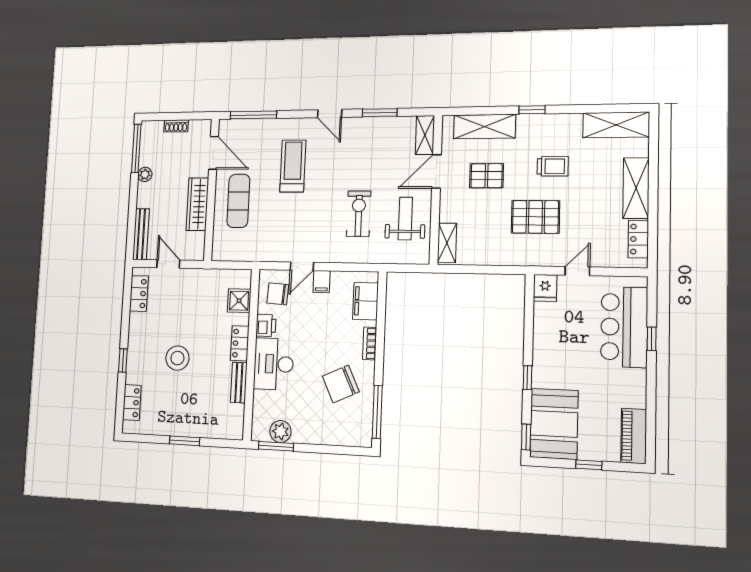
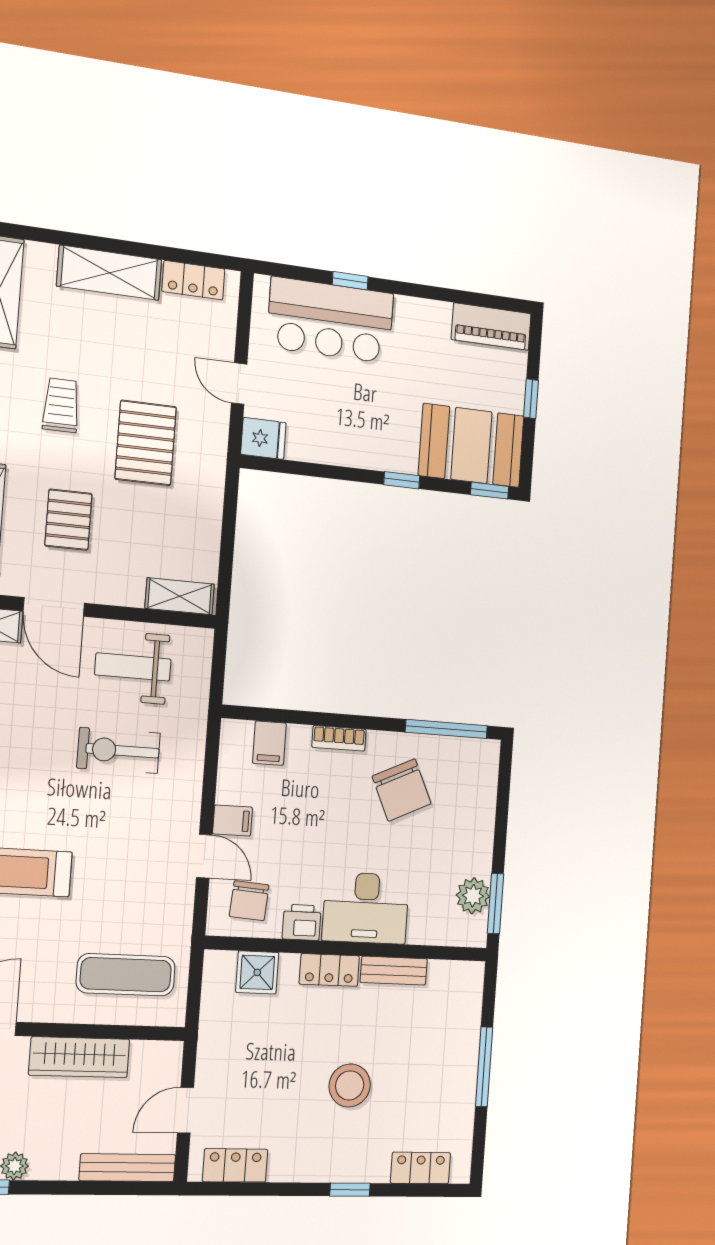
exercise mat: (238, 201) -> (126, 975), moved
filing cabinet: (365, 301) -> (269, 743), width x0.50
window: (185, 441) -> (484, 1067), width x1.44

